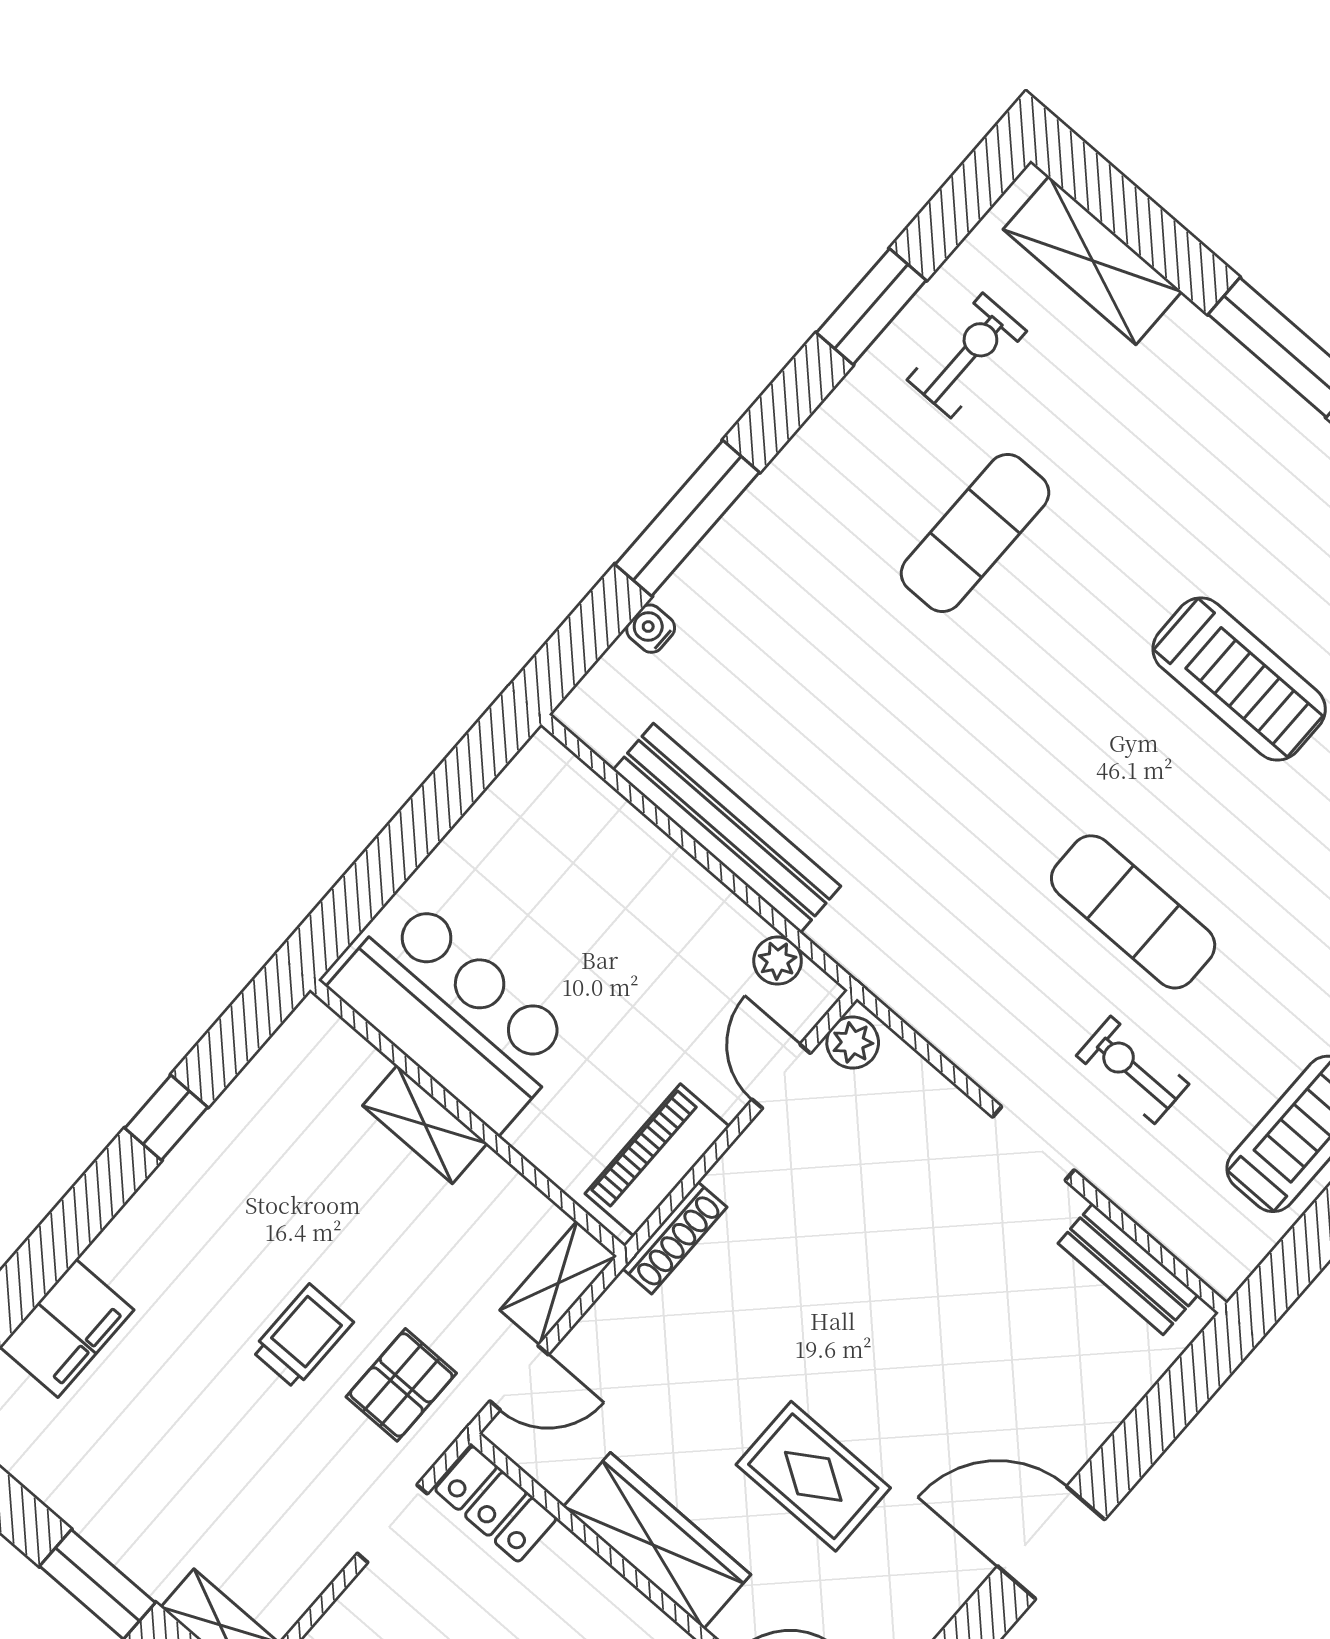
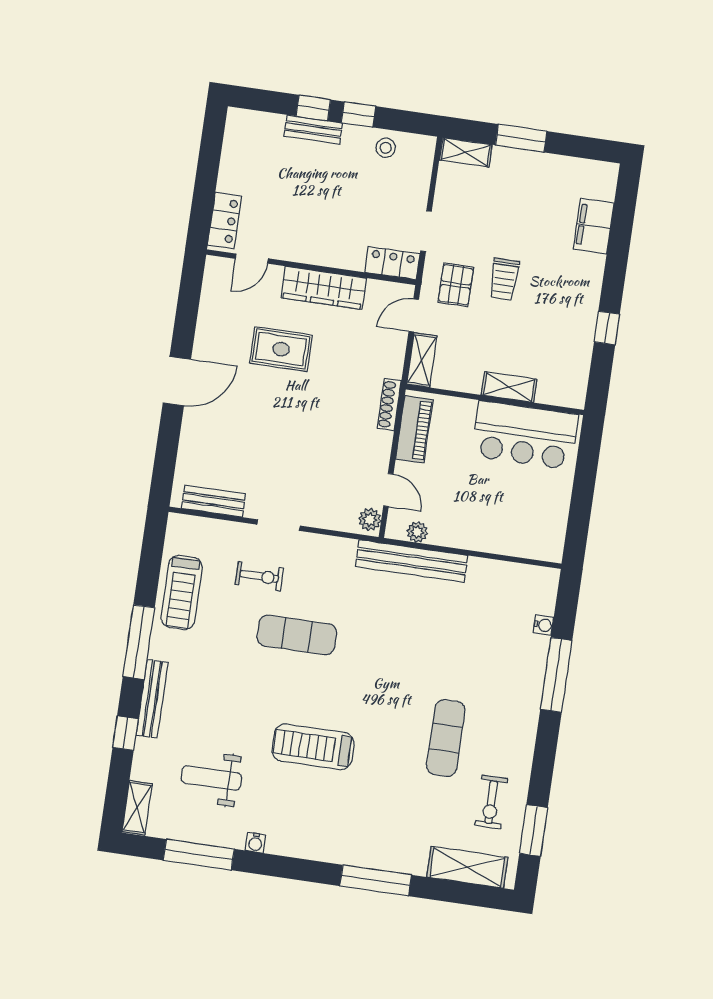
window: (871, 307) -> (534, 830), moved
bench: (727, 828) -> (412, 561), moved

